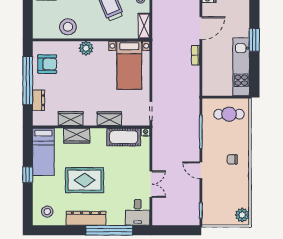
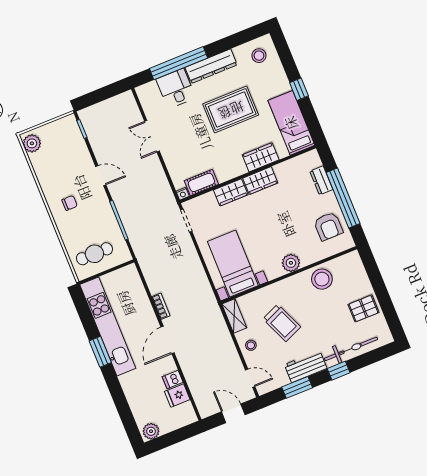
armchair: (47, 64) -> (328, 226), turned -90
kitchen unit: (241, 67) -> (108, 326), width x1.36
wardrobe: (71, 119) -> (260, 181), moved
cot: (124, 137) -> (201, 182), width x0.73, depth x0.75
desk: (138, 212) -> (176, 89), moved

